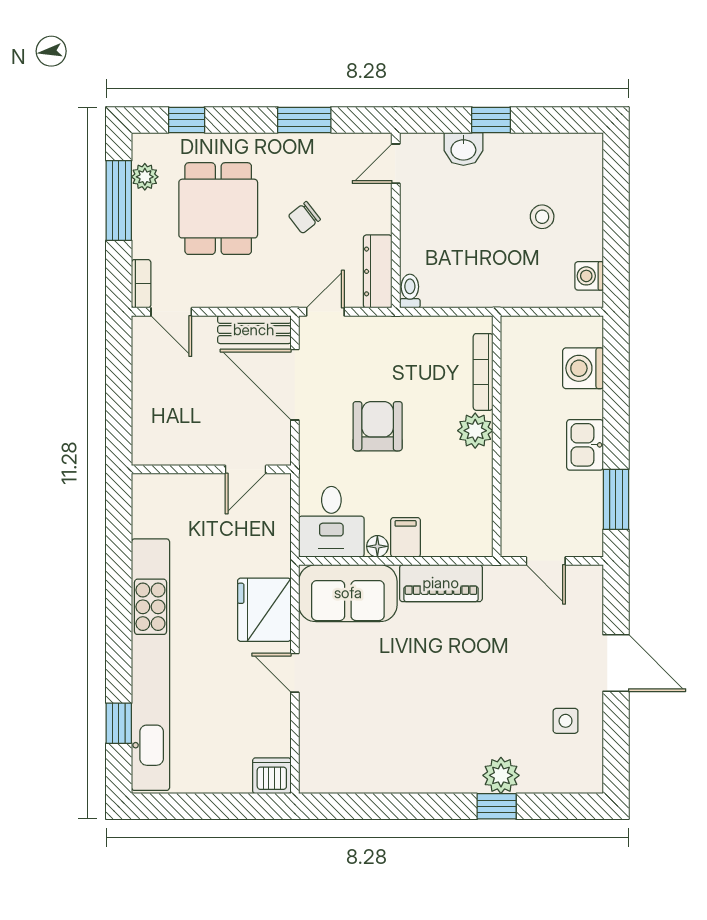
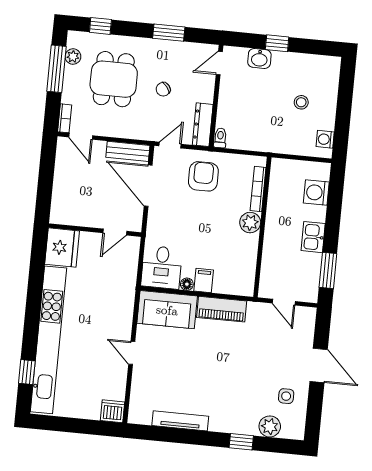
armchair: (378, 426) -> (203, 176), moved
fridge: (264, 610) -> (62, 248), moved, turned 180
plant: (501, 775) -> (270, 426), moved
tv unit: (389, 781) -> (180, 421), added

